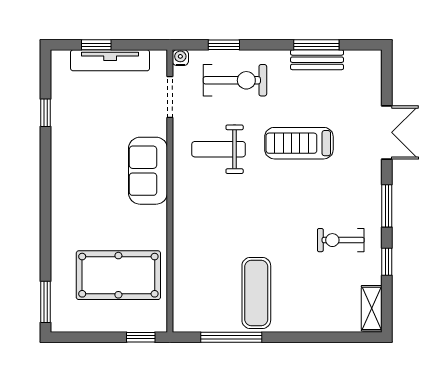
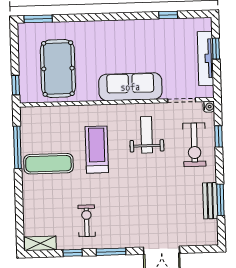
treadmill: (299, 143) -> (97, 150), moved
sofa: (148, 171) -> (130, 87), width x1.36

